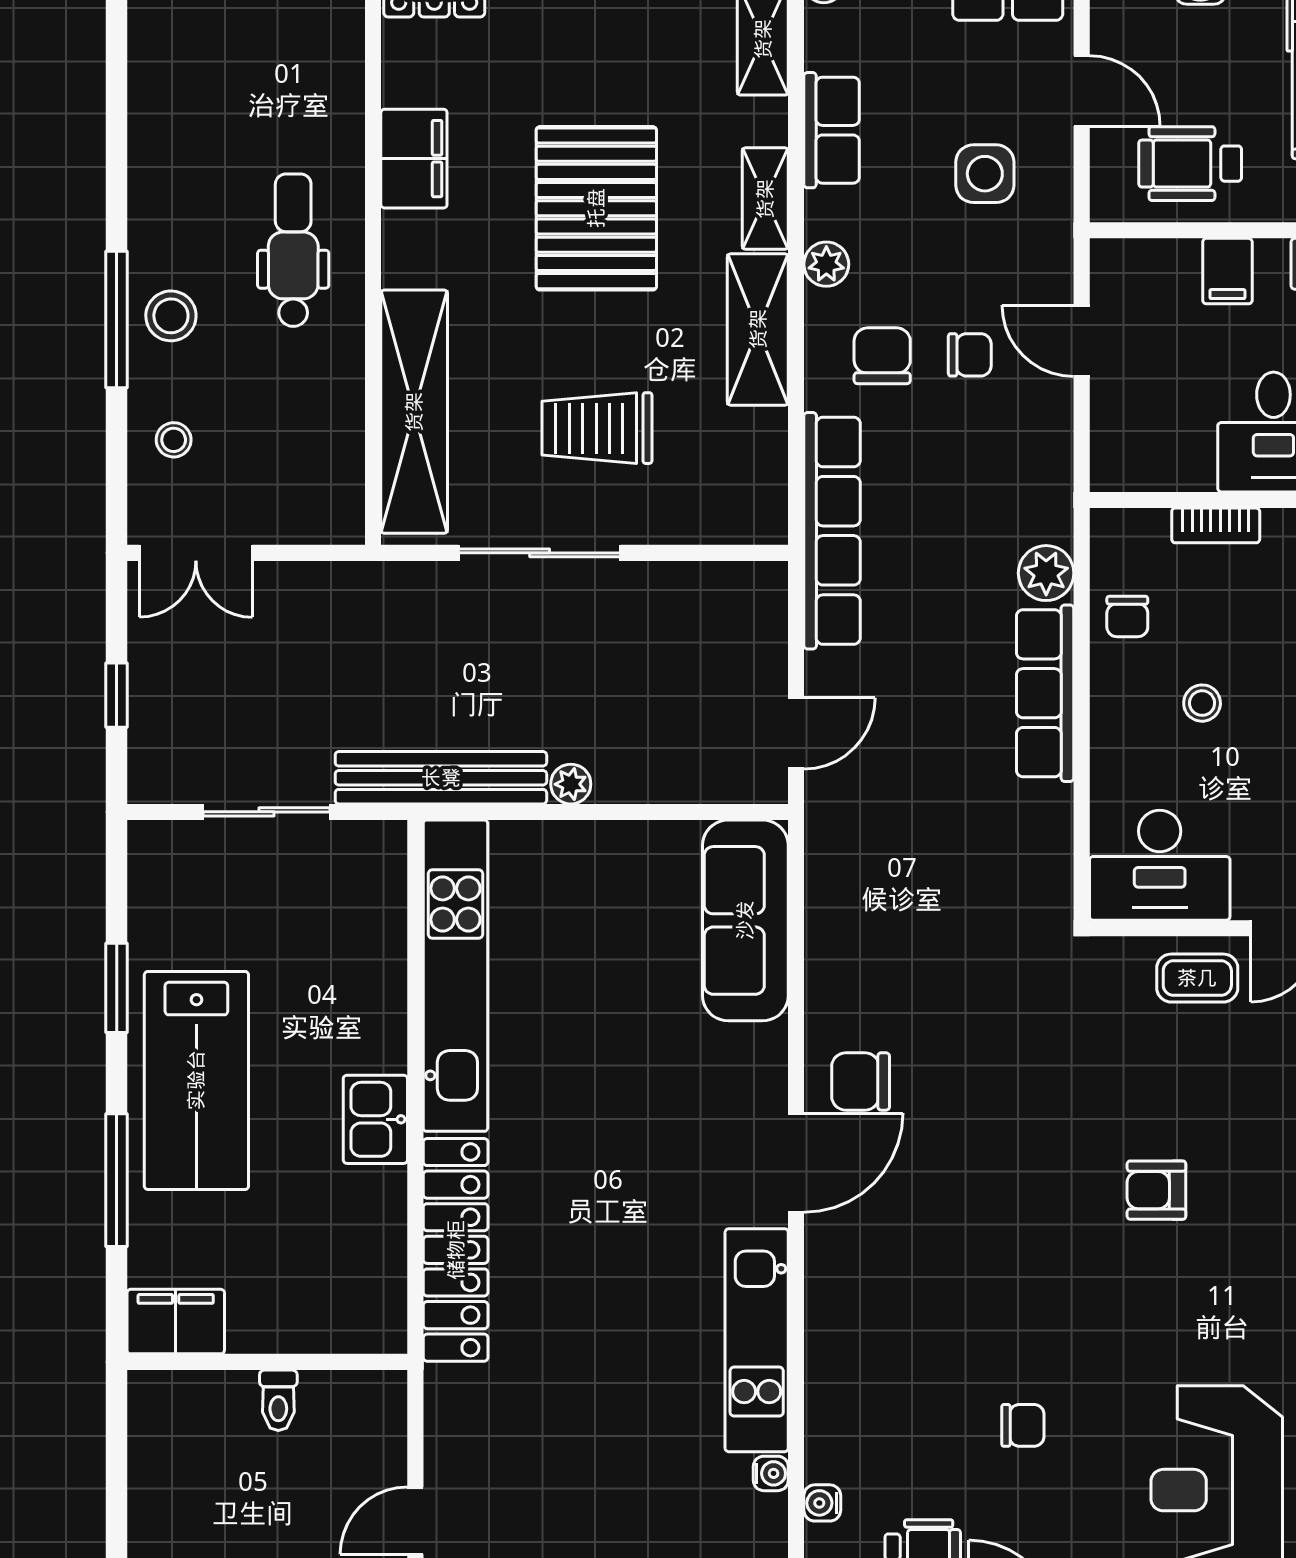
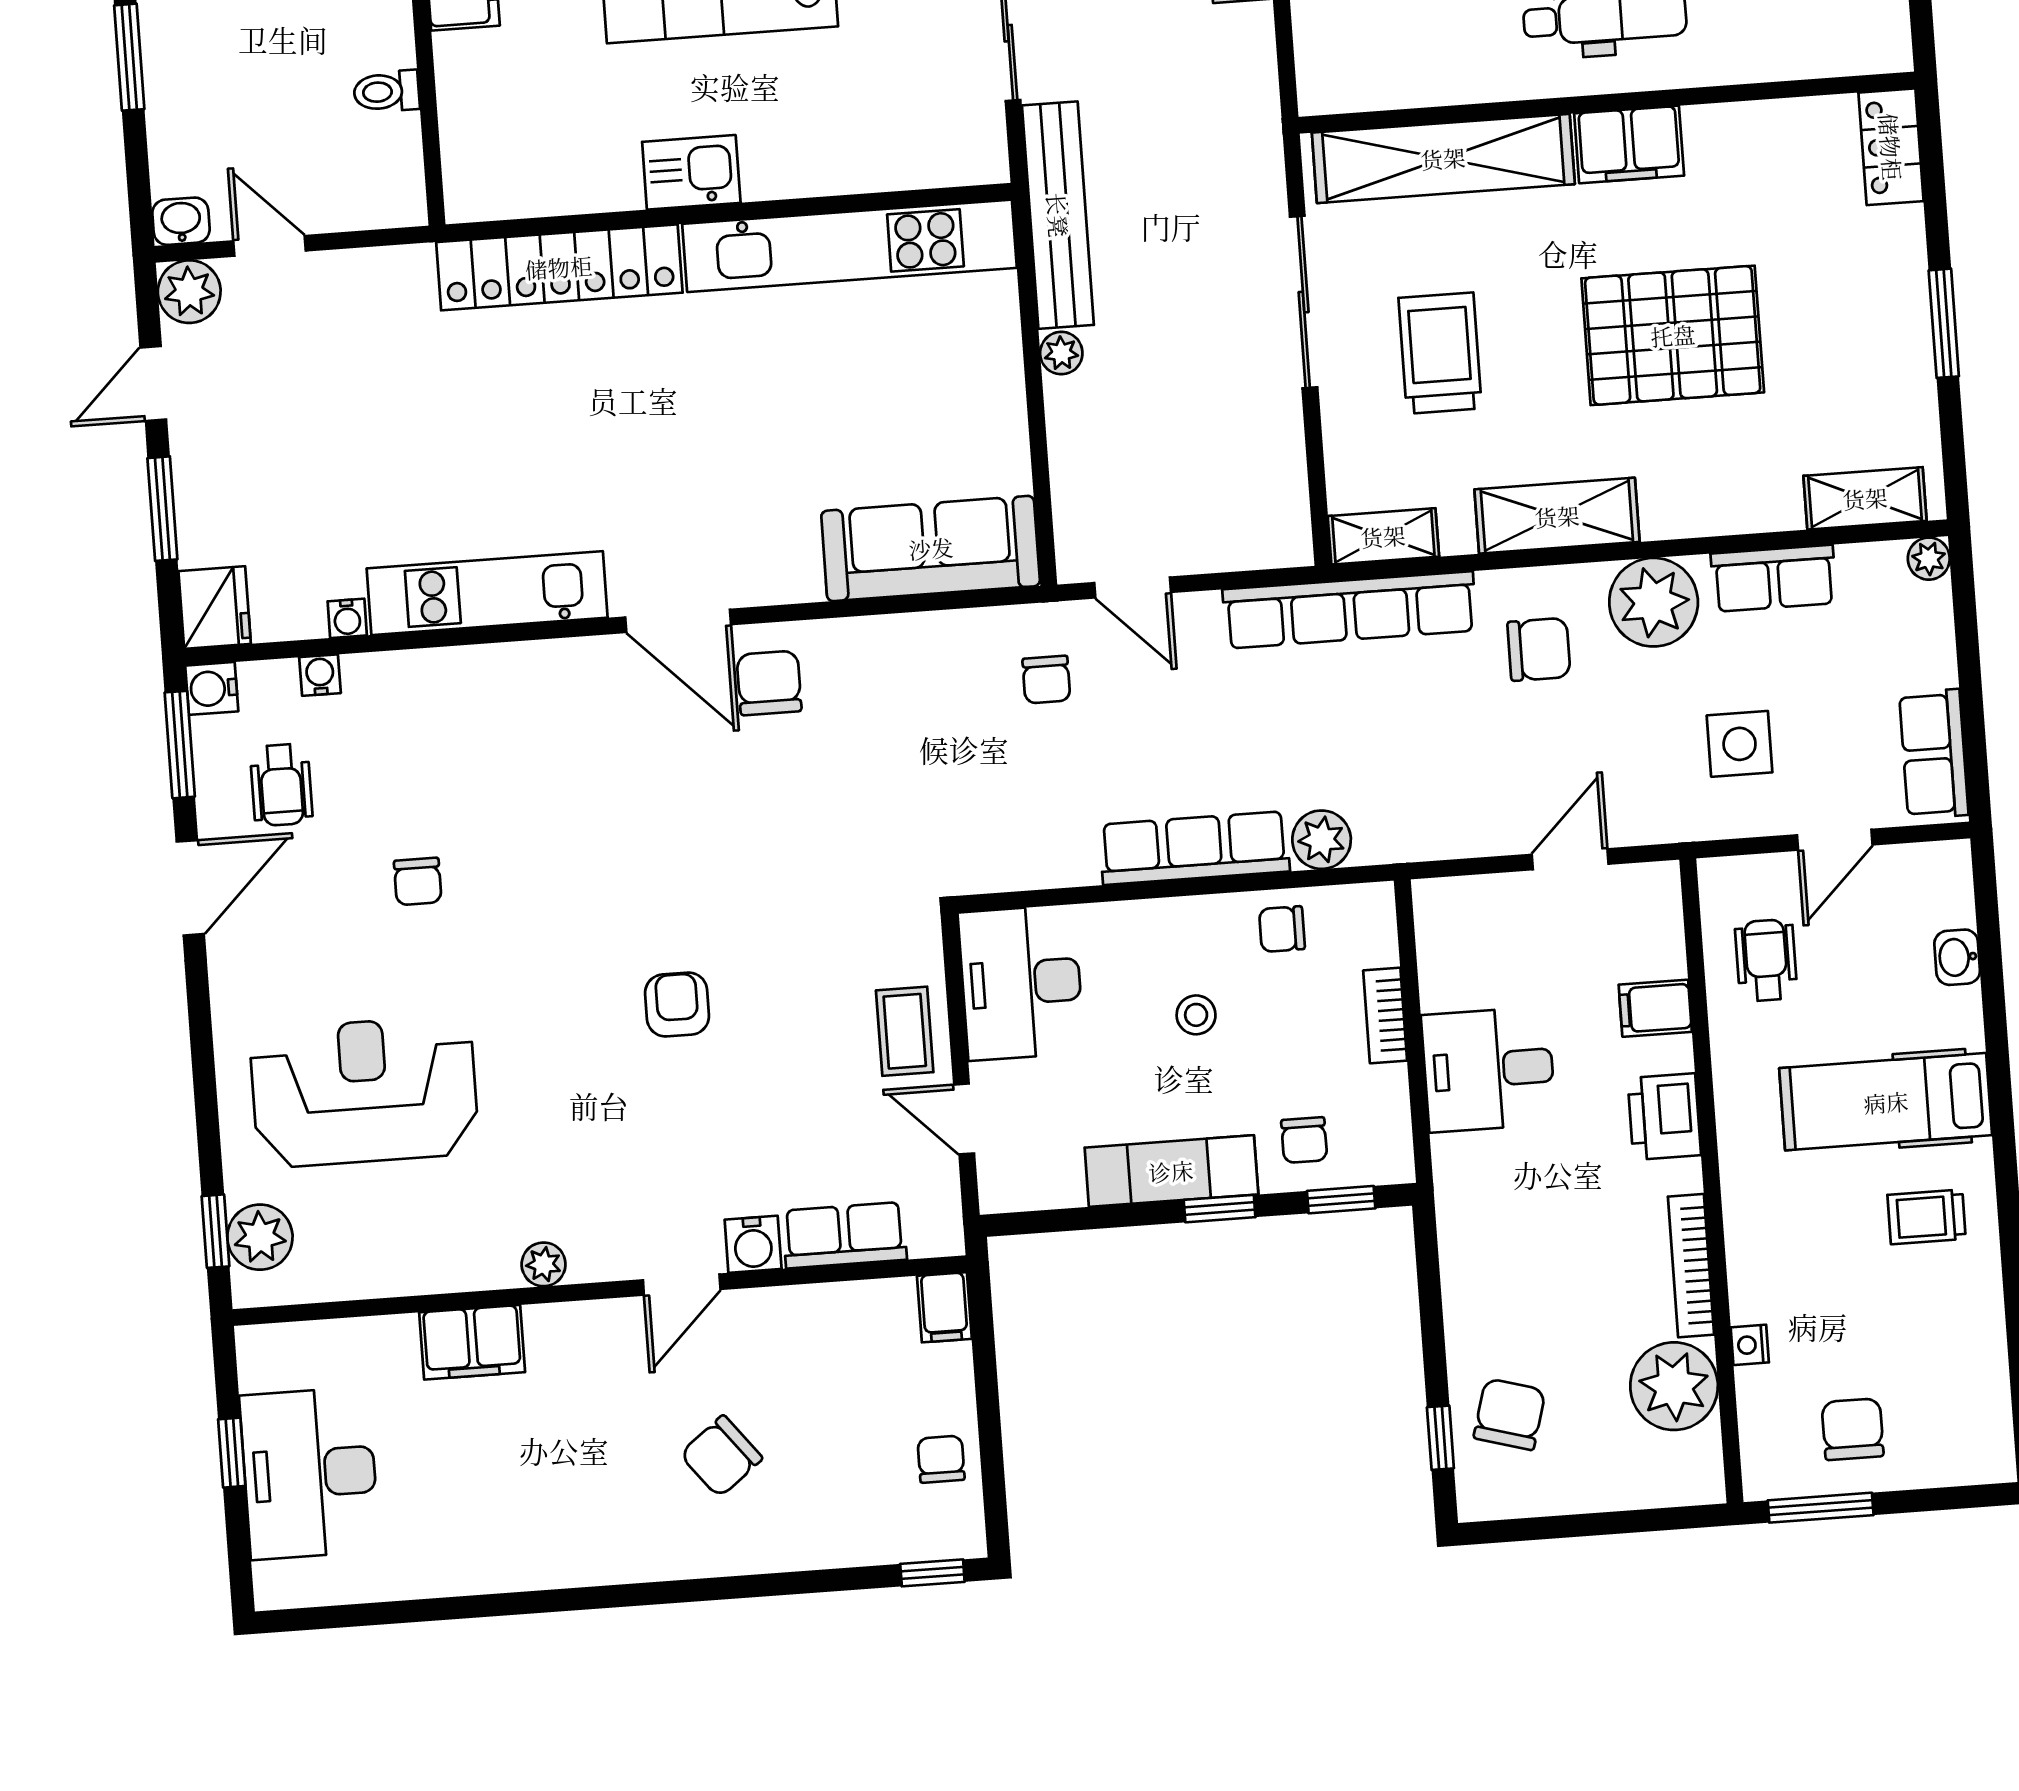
filing cabinet: (414, 159) -> (1629, 145), moved
wheelchair: (1190, 164) -> (1766, 960), width x0.73, depth x0.73
shelving: (765, 199) -> (1383, 536), moved
plant: (826, 264) -> (1654, 602), width x1.87, depth x1.87
chair: (970, 355) -> (1046, 680), moved

